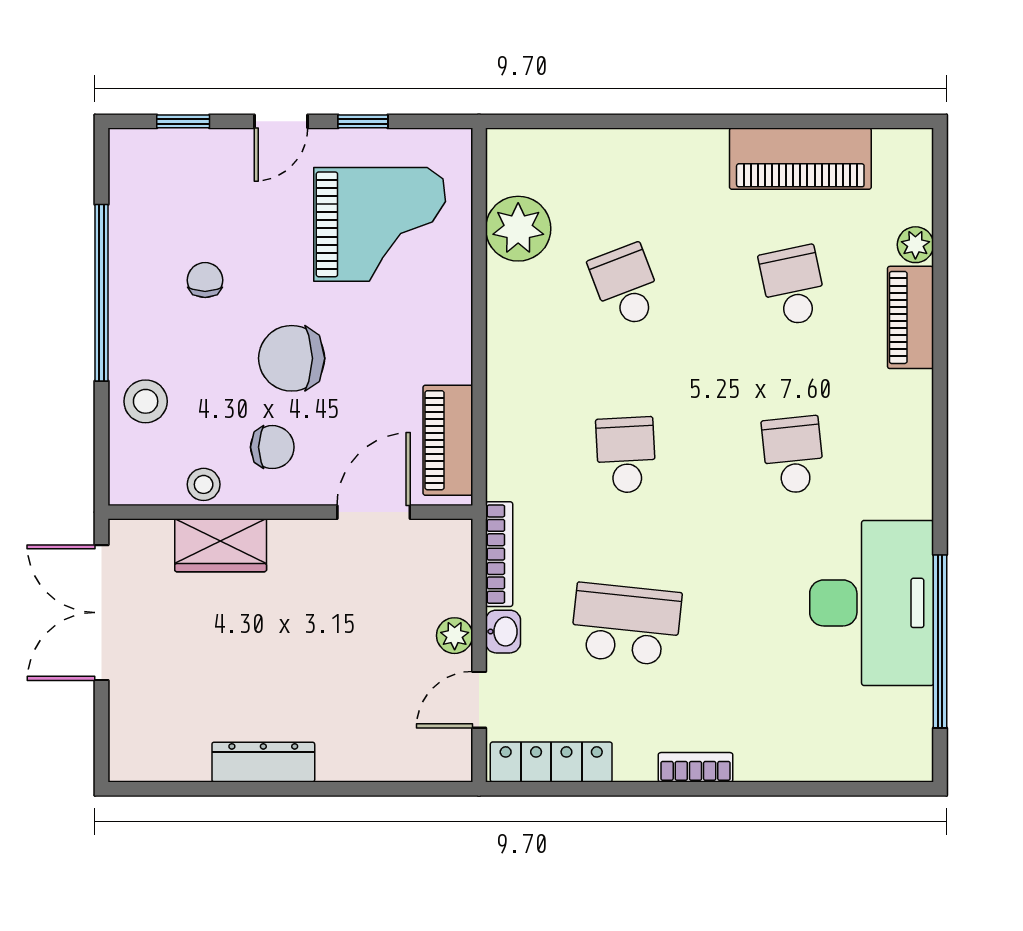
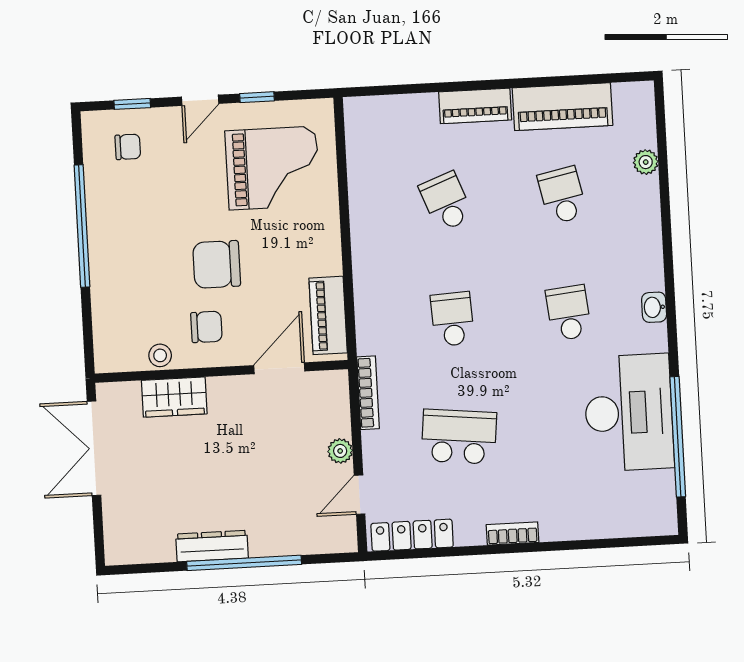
plant: (518, 229) -> (369, 166), removed
chair: (205, 280) -> (128, 147), moved, turned 90
piano: (911, 317) -> (475, 106), moved, turned -90
stool: (146, 401) -> (117, 300), removed
washbasin: (503, 632) -> (654, 307), moved, turned 180
window: (308, 789) -> (244, 563), added

